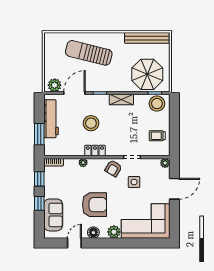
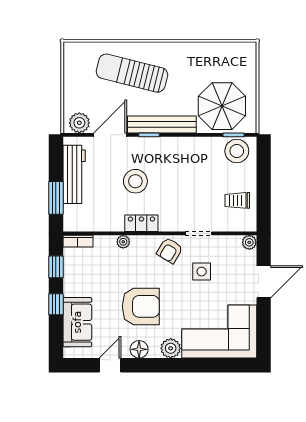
bench: (147, 38) -> (162, 125), moved
shelving: (121, 100) -> (182, 145), removed

